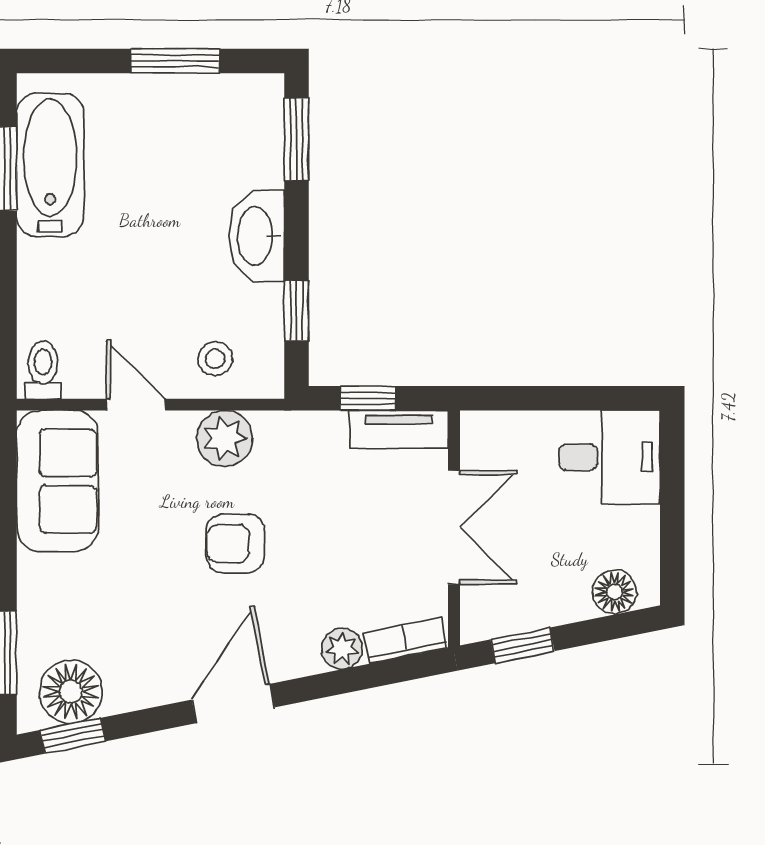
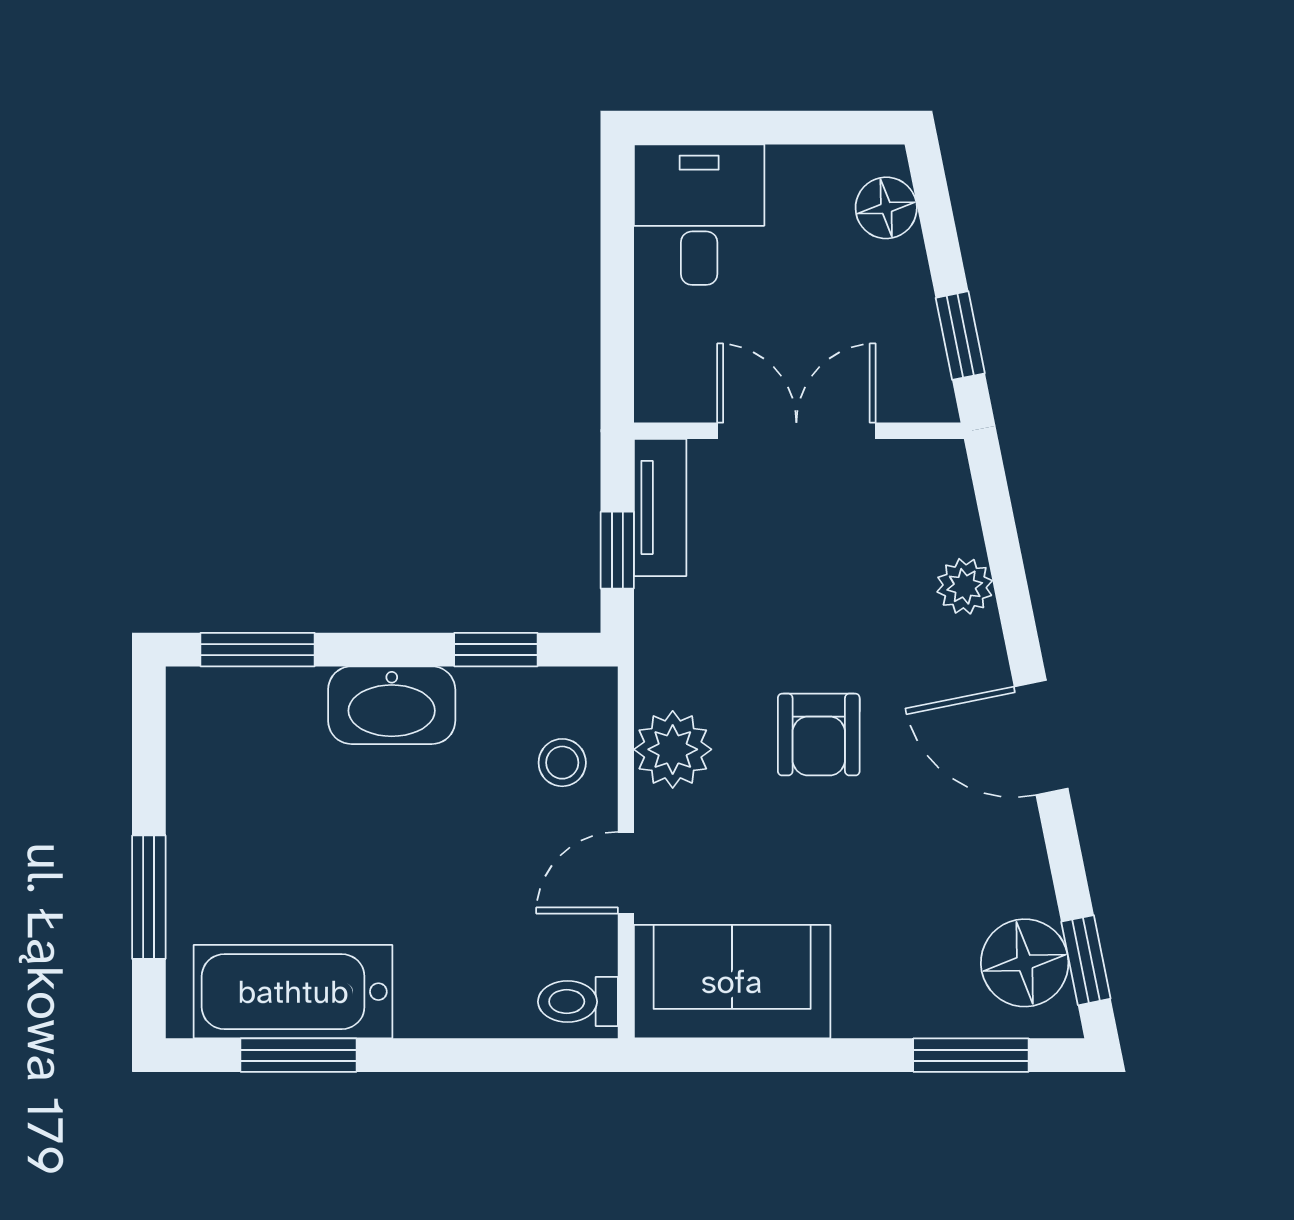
window: (175, 61) -> (149, 897), moved
bookcase: (405, 640) -> (954, 498), removed

